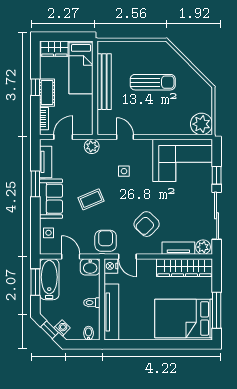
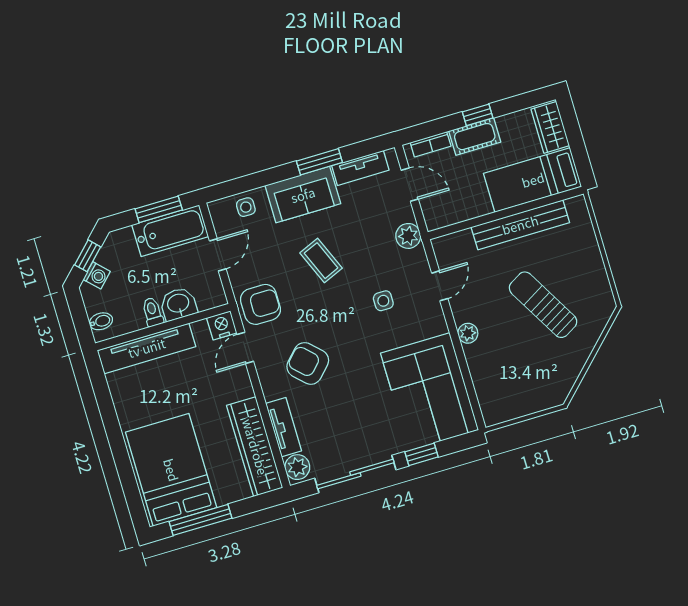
sun lounger: (153, 82) -> (543, 305), turned 150
plant: (201, 124) -> (468, 333), moved, width x0.53, depth x0.53
washbasin: (90, 267) -> (178, 304), moved, turned 90

